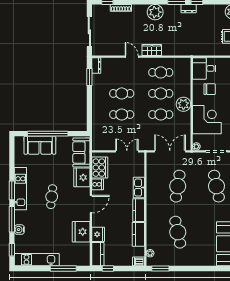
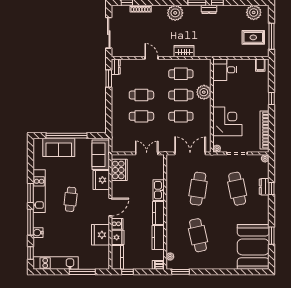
wardrobe: (152, 50) -> (184, 51), moved
chair: (210, 89) -> (230, 91), removed
plant: (183, 104) -> (204, 92), moved
cooker: (98, 184) -> (117, 224), moved

